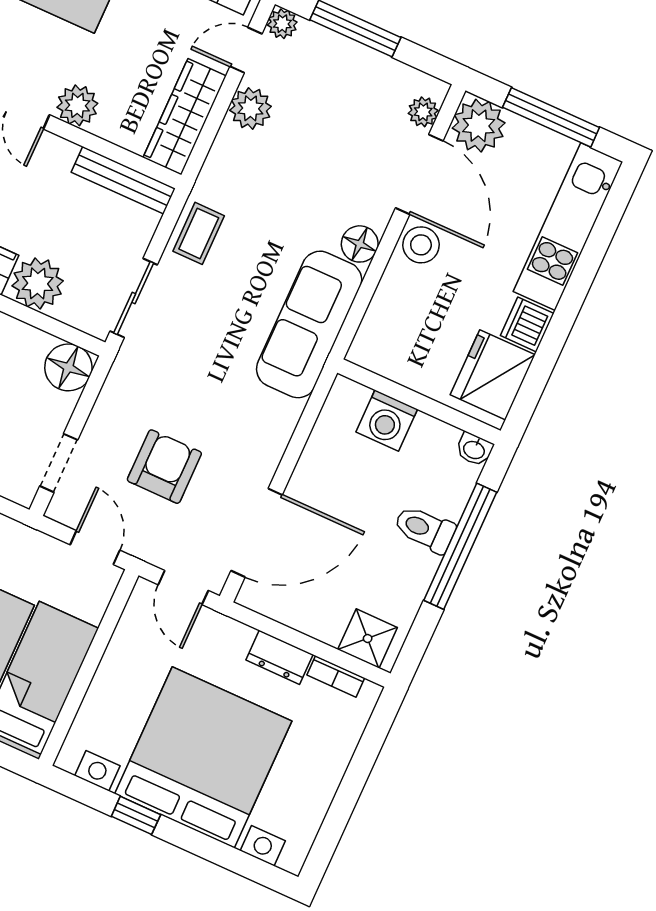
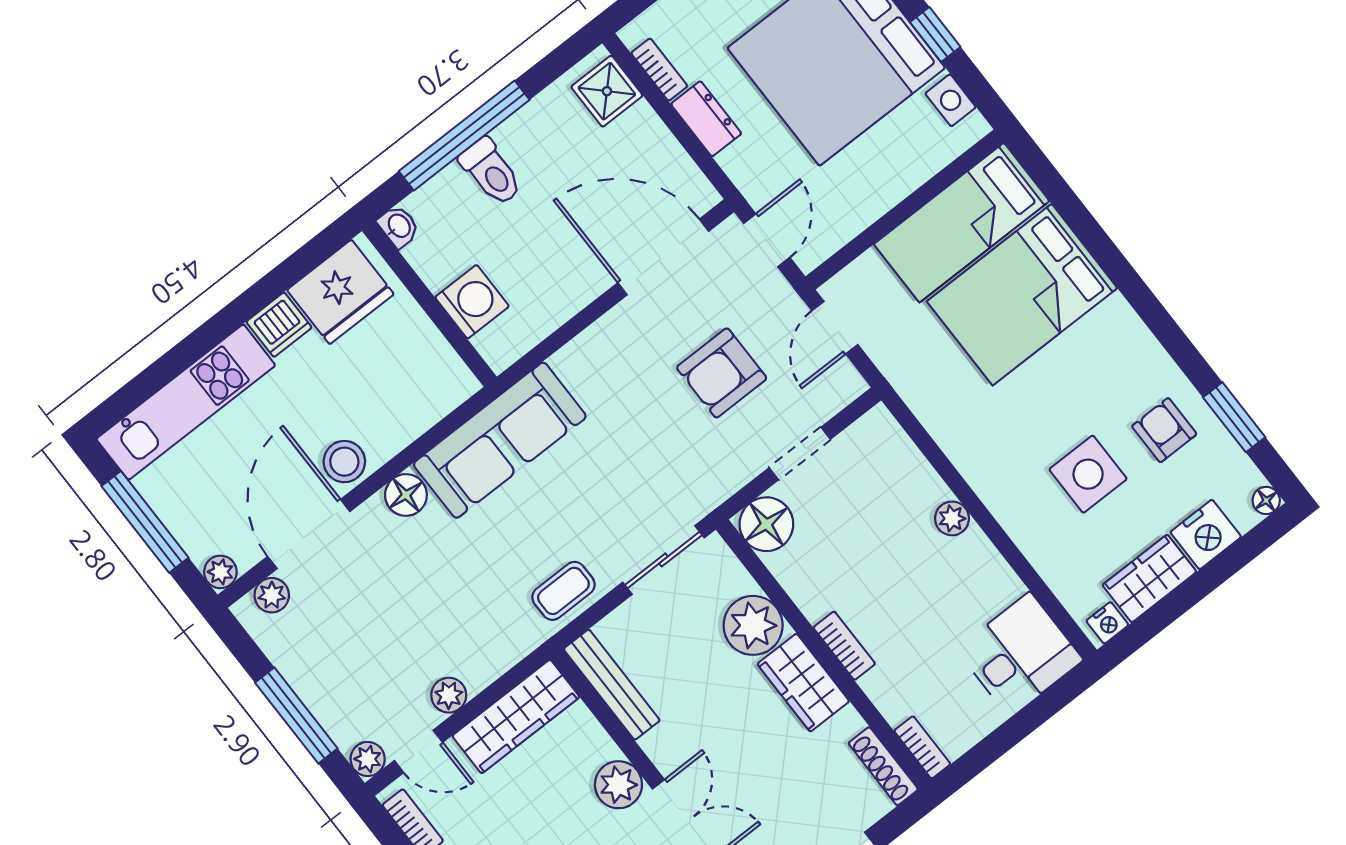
plant: (251, 108) -> (449, 695), width x0.73, depth x0.73
plant: (479, 126) -> (220, 572), width x0.53, depth x0.53
doorway: (59, 463) -> (800, 454), moved

